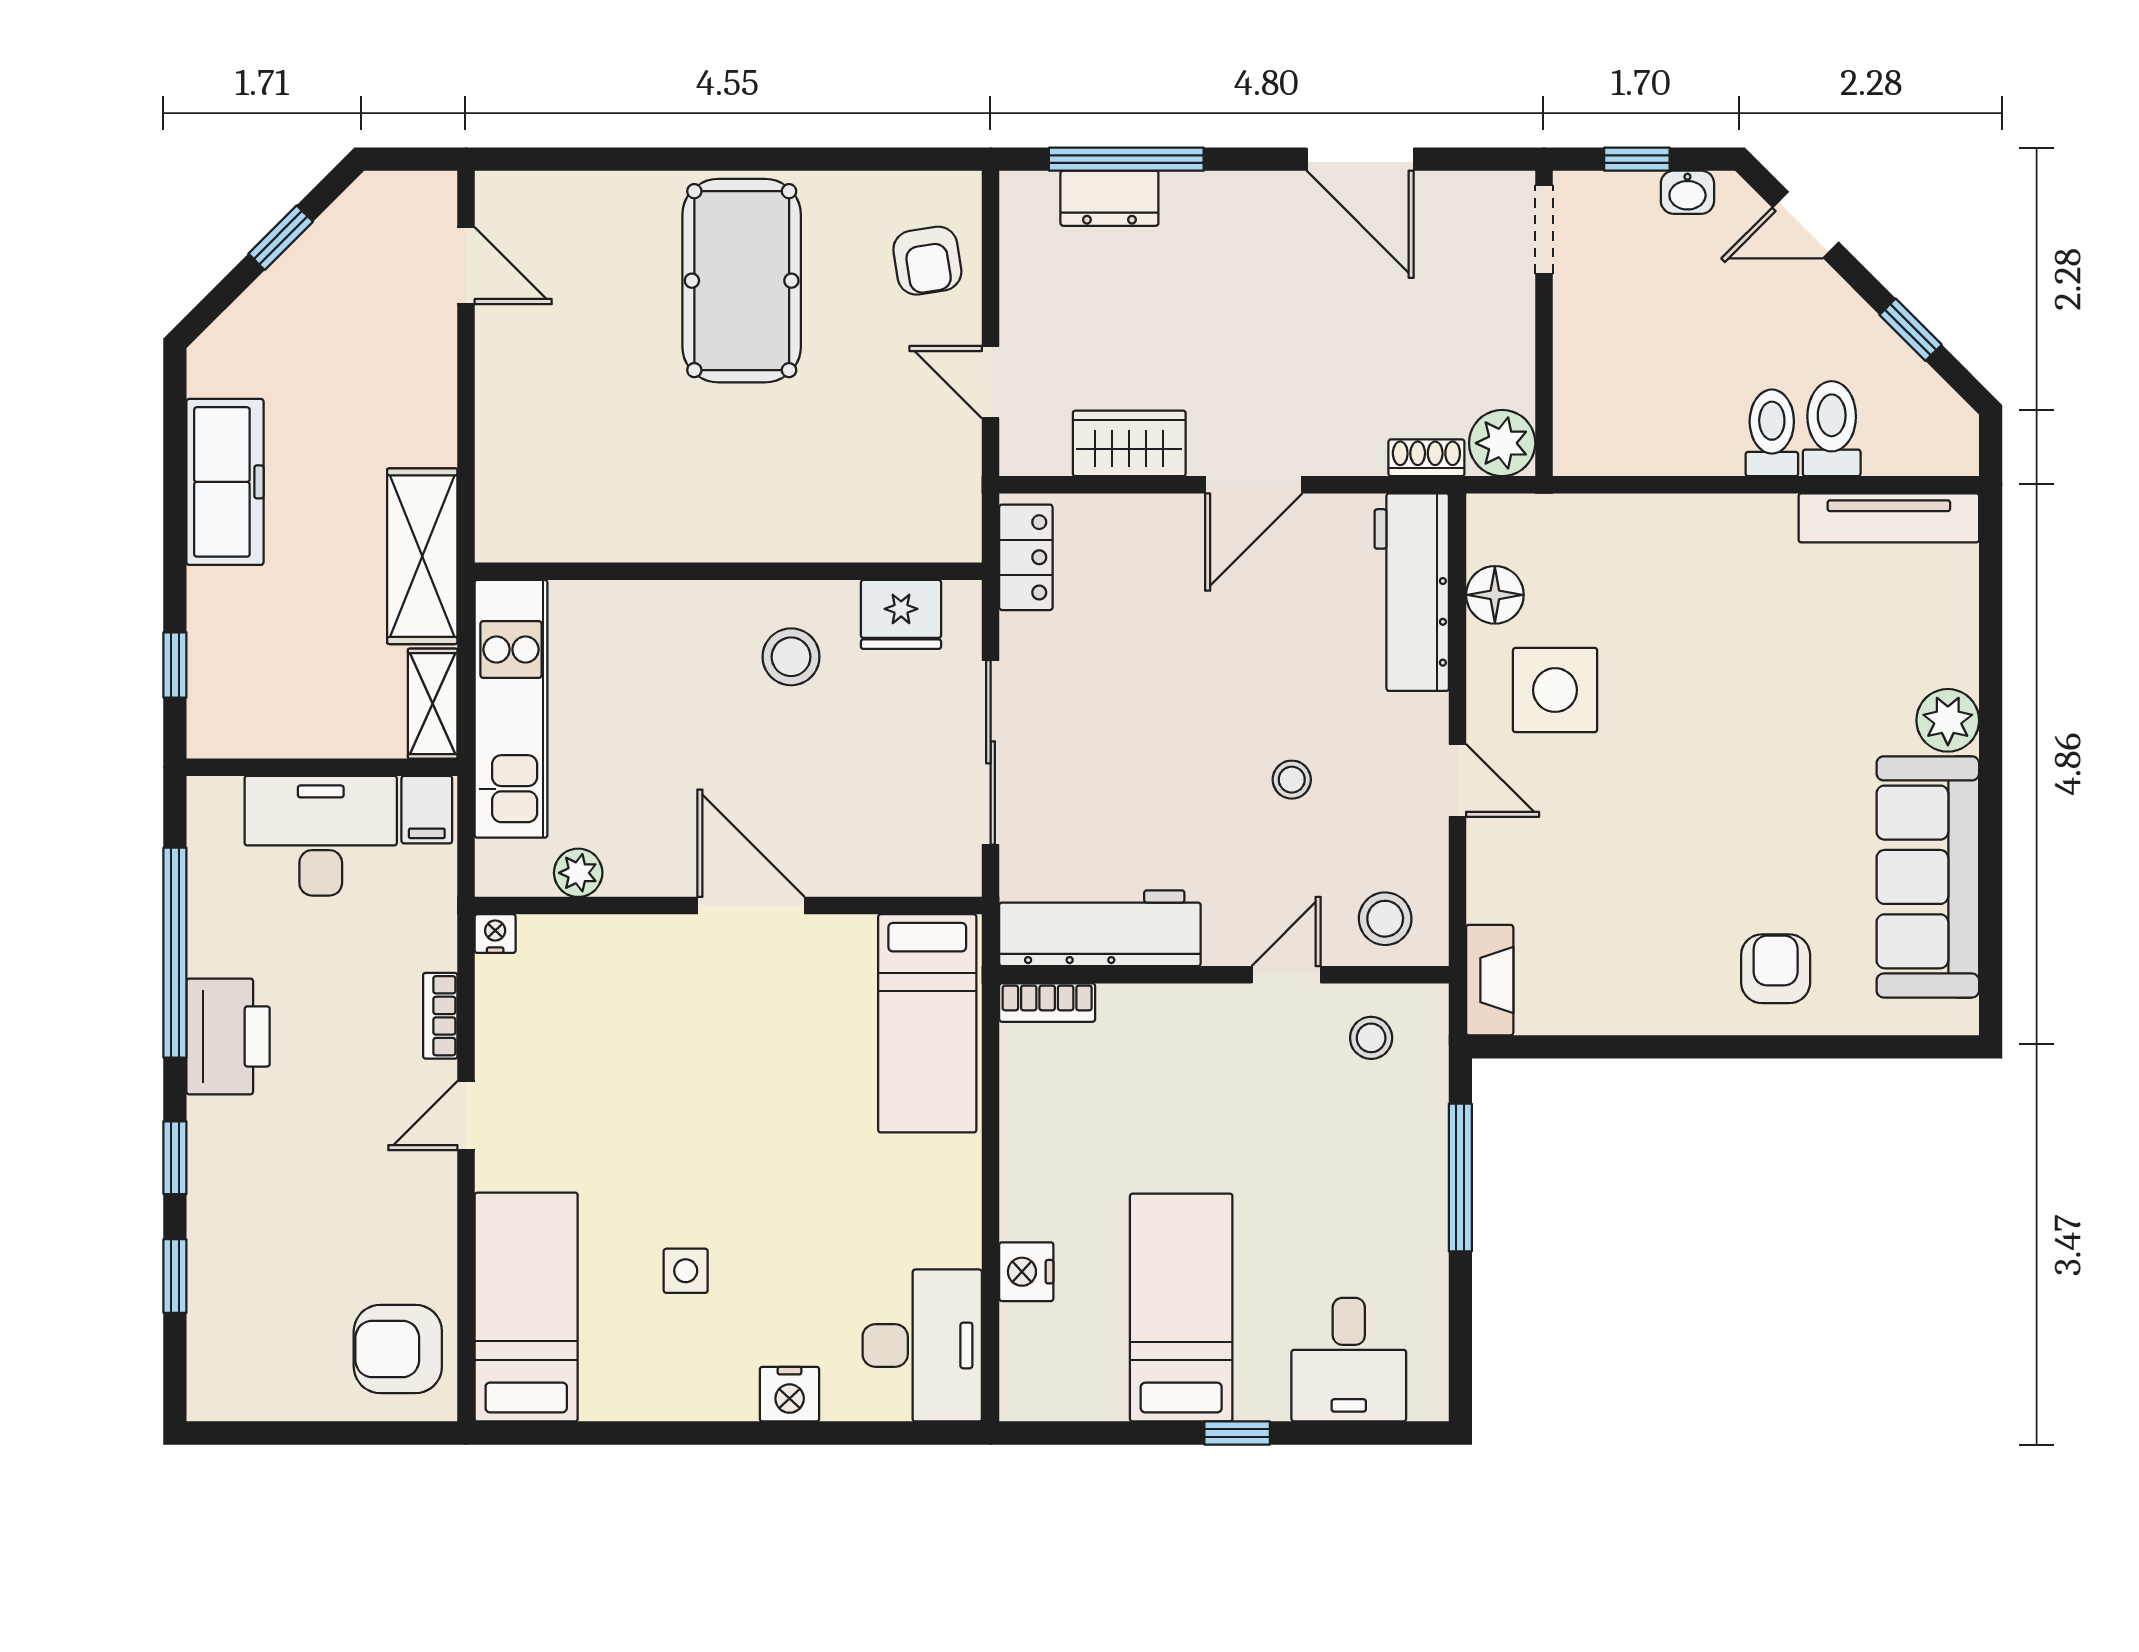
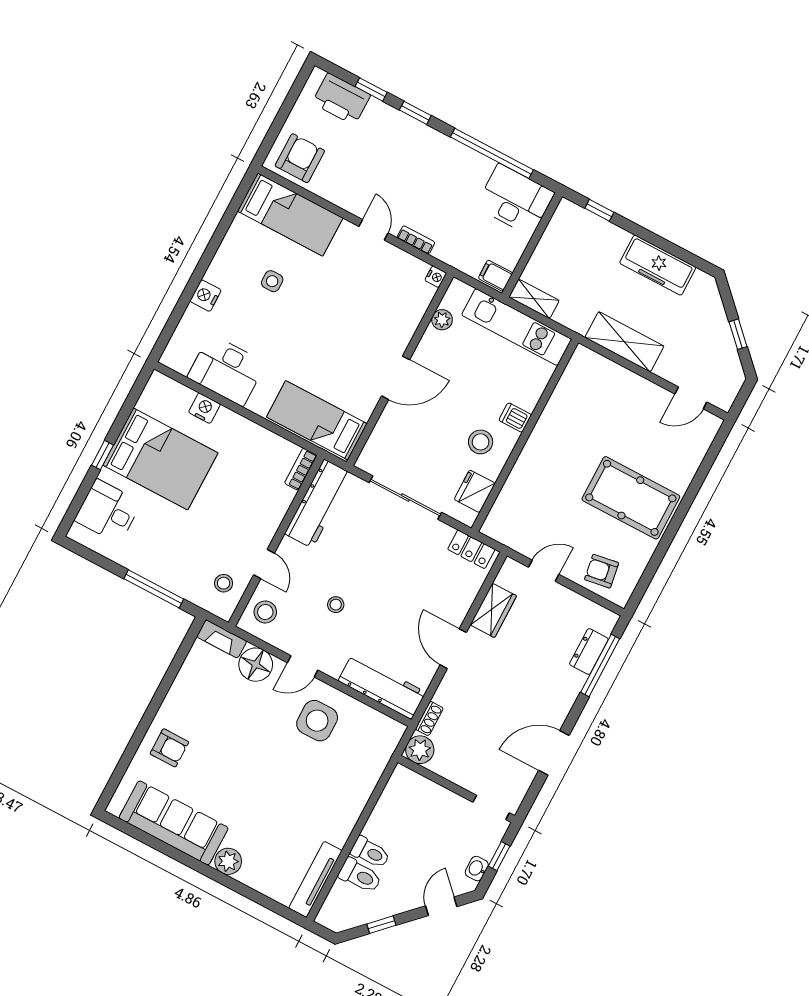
shelving: (422, 556) -> (624, 342), moved
floor lamp: (1495, 595) -> (256, 665), moved, width x1.38, depth x1.38
dishwasher: (702, 612) -> (515, 418), added
desk: (321, 836) -> (515, 200), moved, turned -90
printer: (228, 1036) -> (341, 99), moved
bed: (1181, 1308) -> (160, 459), width x1.50
desk: (922, 1345) -> (226, 370), moved

